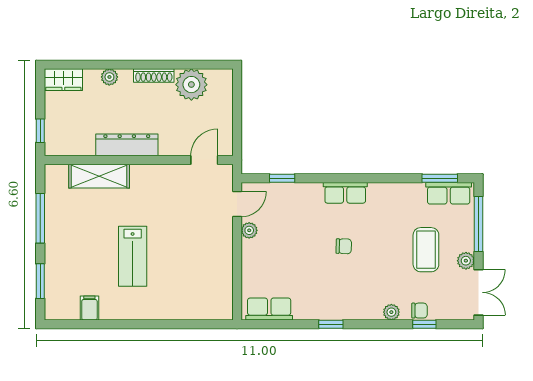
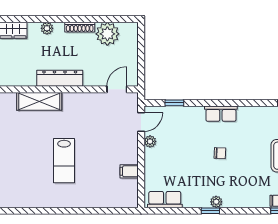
filing cabinet: (89, 308) -> (129, 171), moved, turned -90
plant: (391, 312) -> (216, 202), moved

